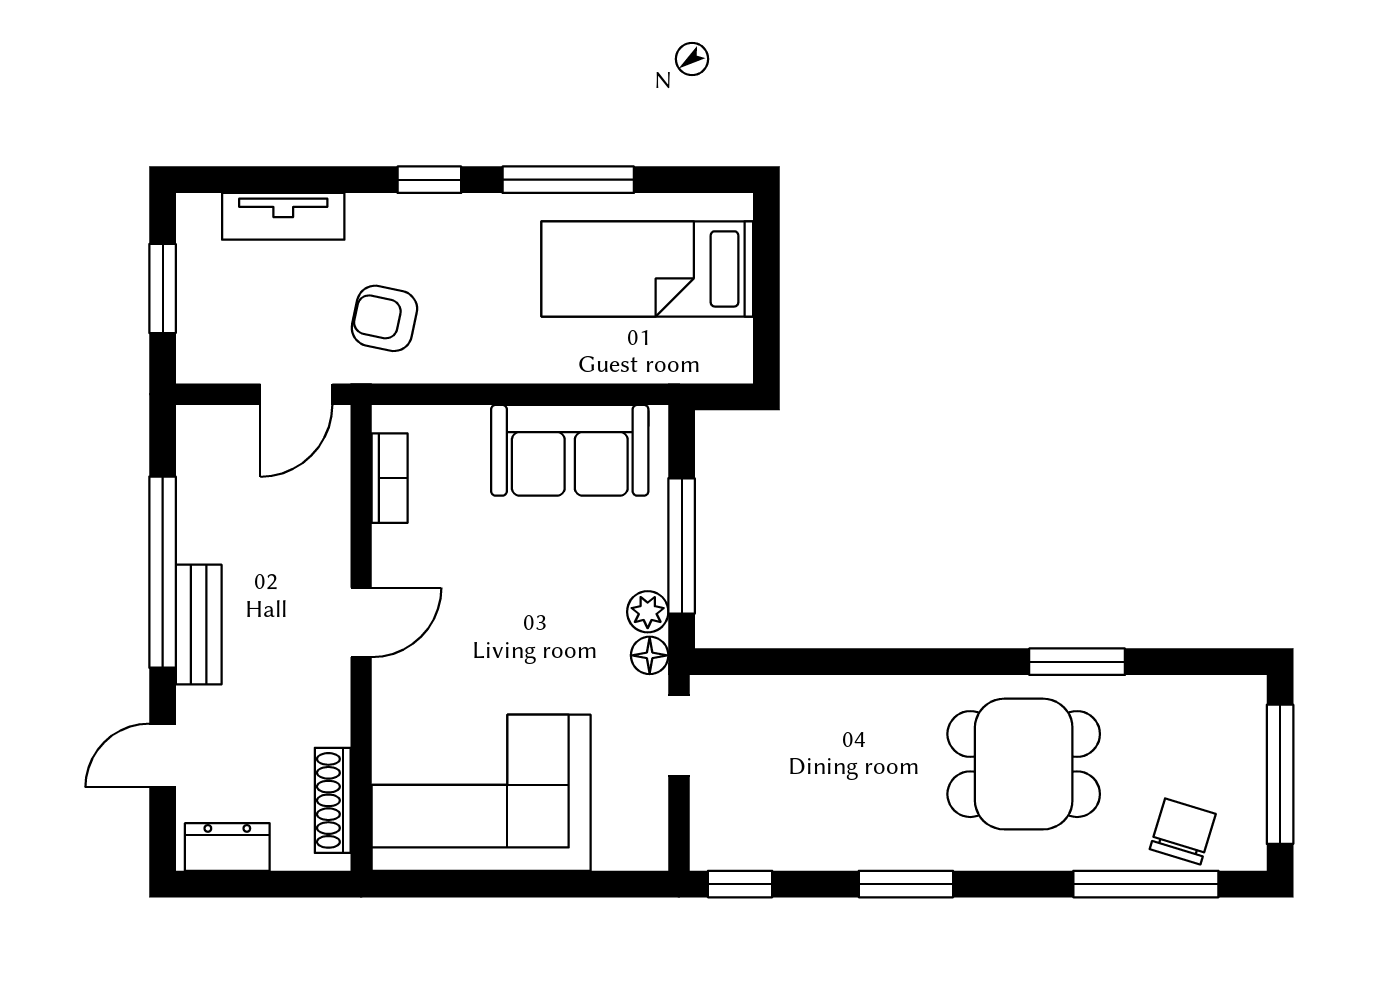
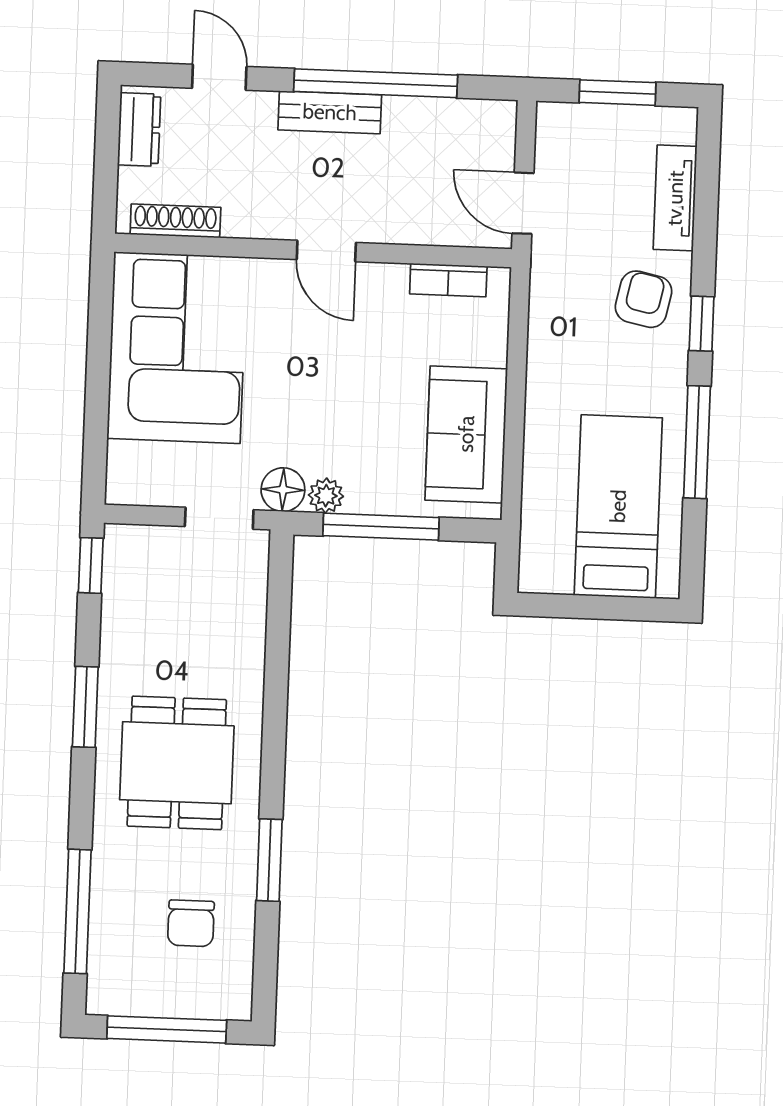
armchair: (384, 318) -> (644, 299), moved
floor lamp: (650, 655) -> (283, 490), width x1.37, depth x1.37
dining table: (1024, 764) -> (177, 763), moved
chair: (1183, 831) -> (191, 923), moved, turned 73

